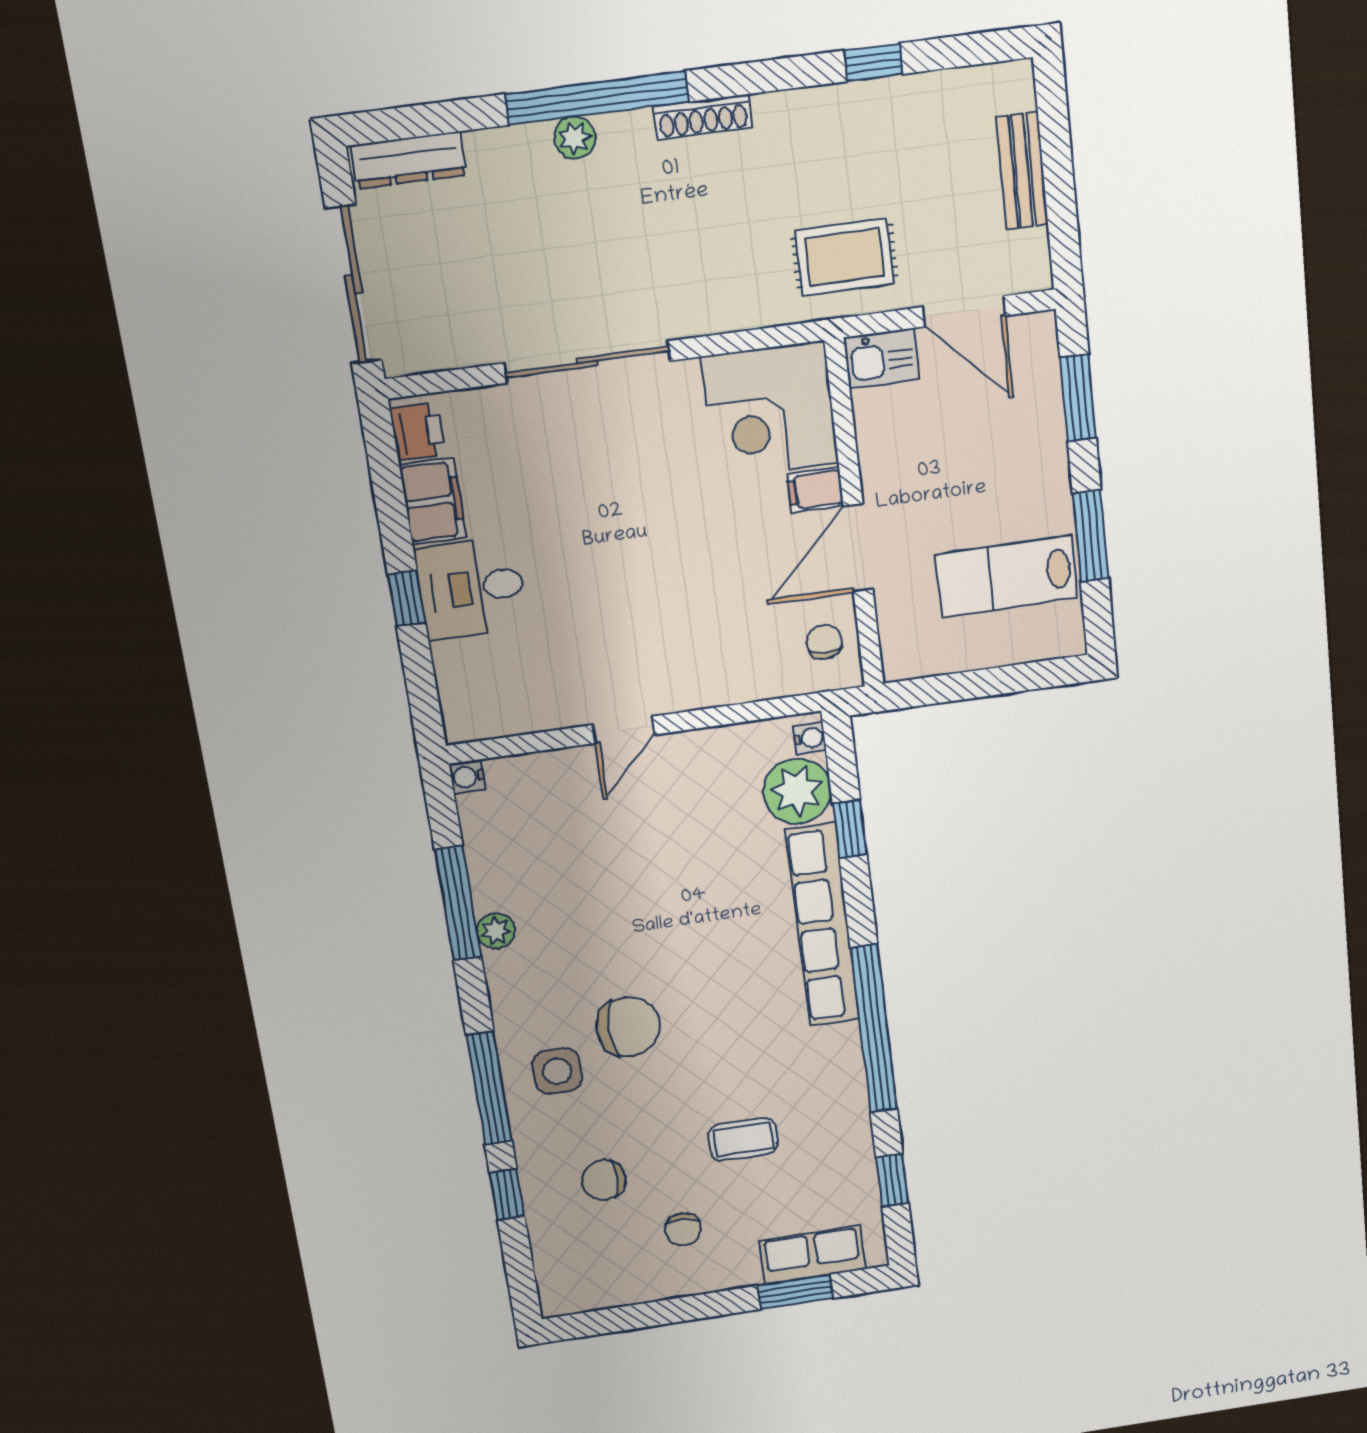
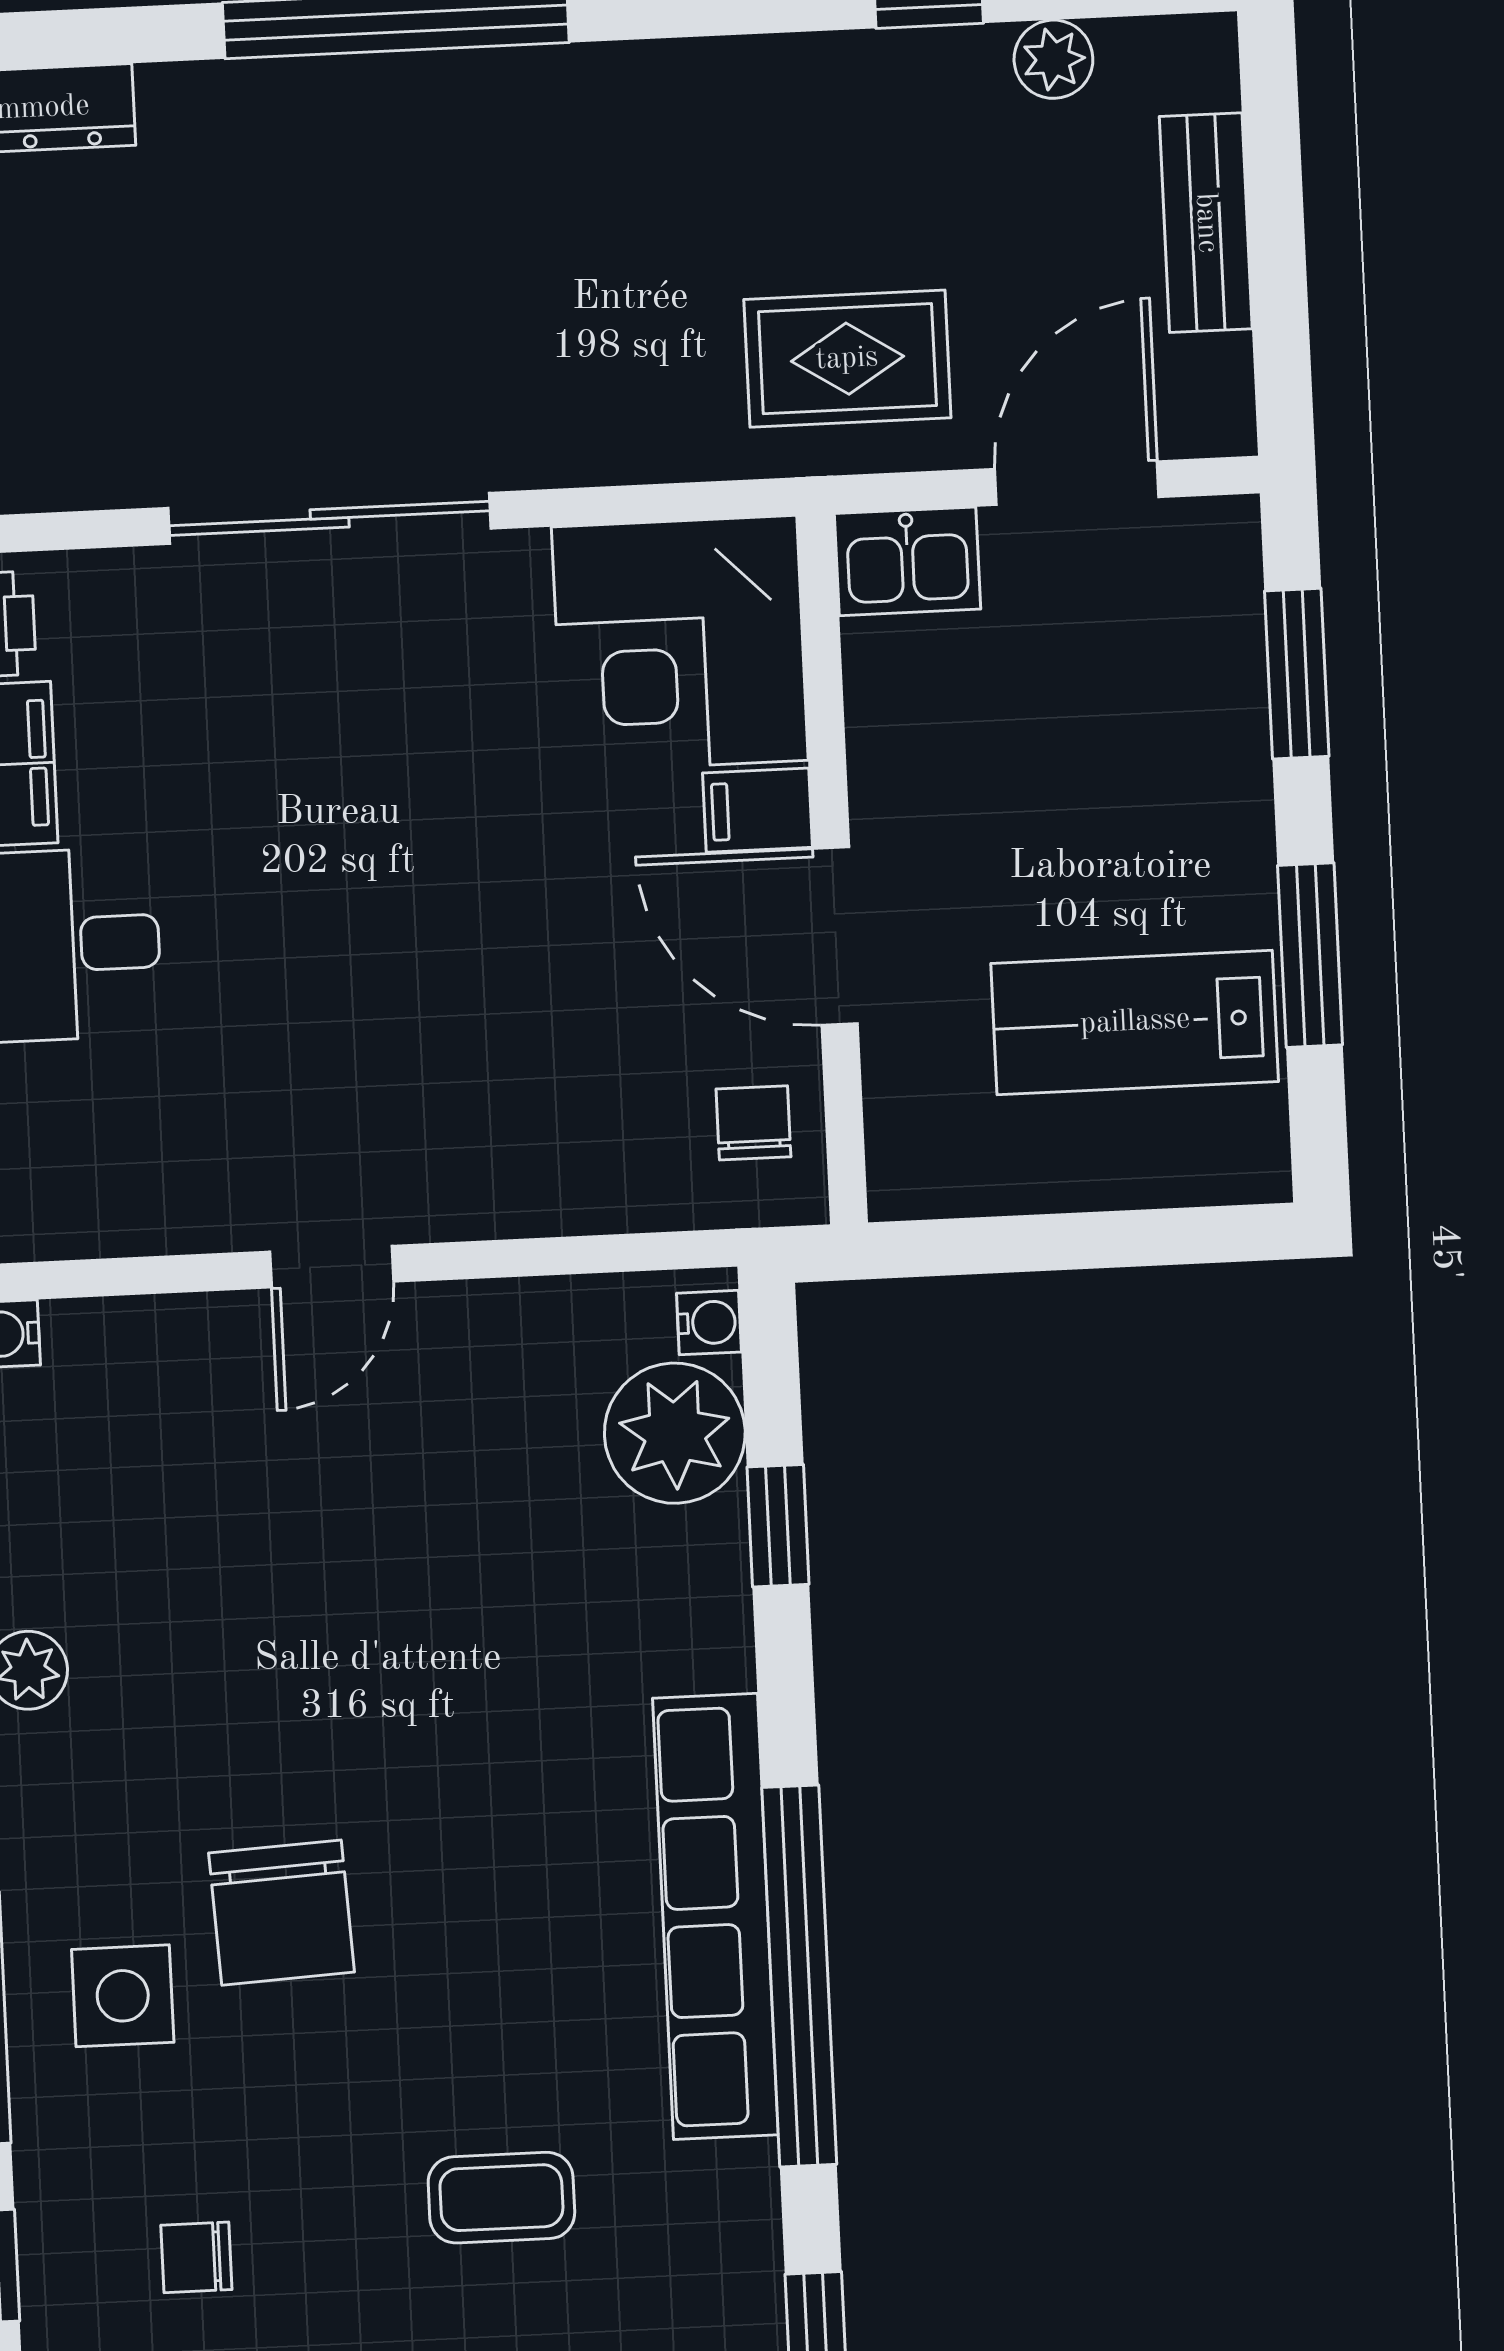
shoe rack: (703, 117) -> (594, 73), removed
plant: (575, 138) -> (1053, 59), moved
door: (964, 311) -> (1077, 483), swing flipped
door: (858, 548) -> (835, 936), hinge flipped
row of seats: (823, 925) -> (715, 1916), moved
chair: (629, 1027) -> (281, 1913), turned 87
chair: (604, 1180) -> (196, 2257), width x0.73, depth x0.73

